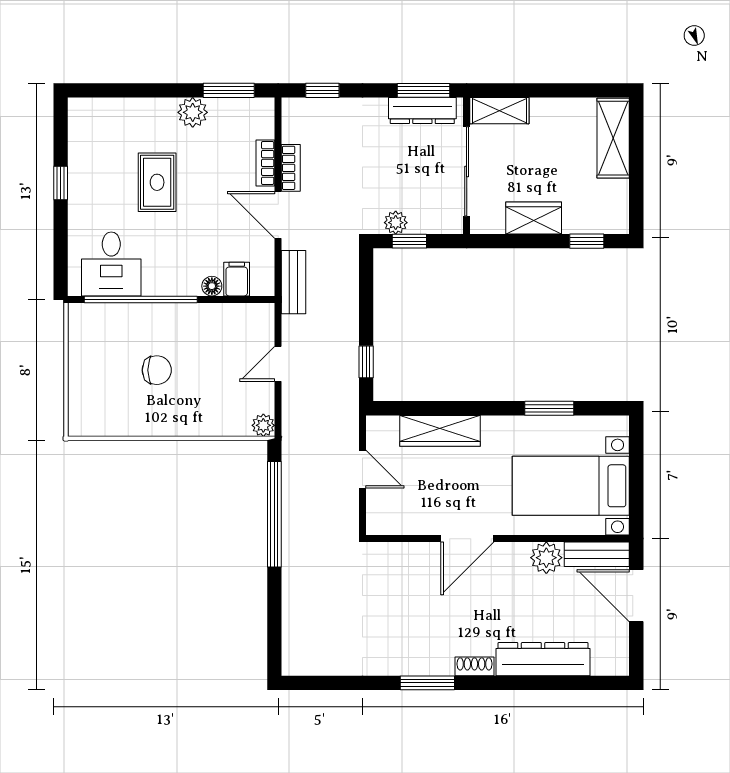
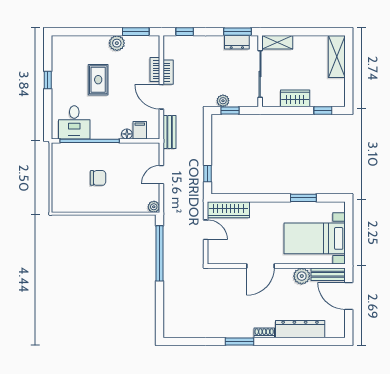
dresser: (422, 111) -> (237, 42), width x0.70
wardrobe: (440, 431) -> (228, 210), moved

